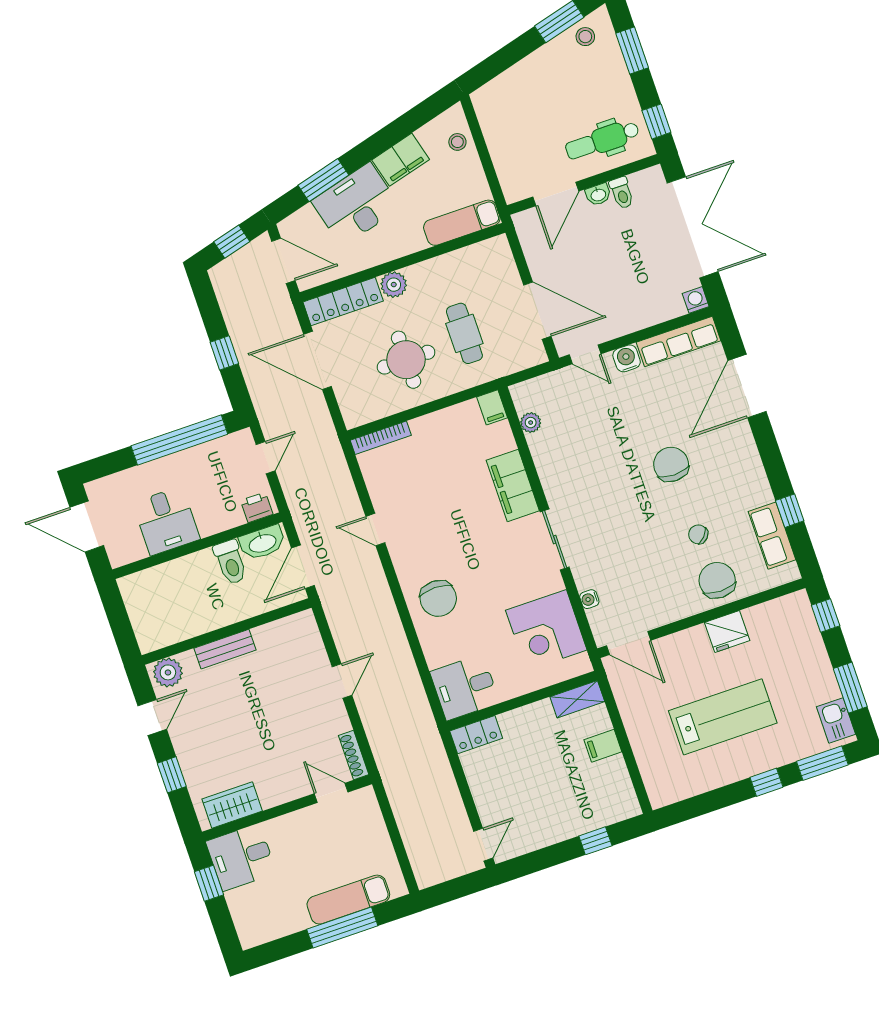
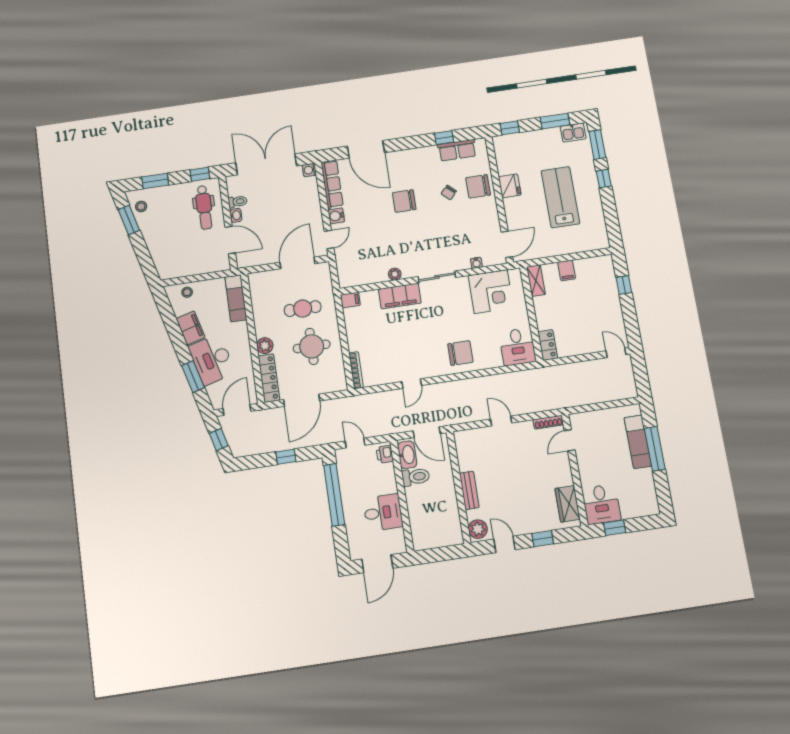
plant: (531, 423) -> (395, 274), moved

